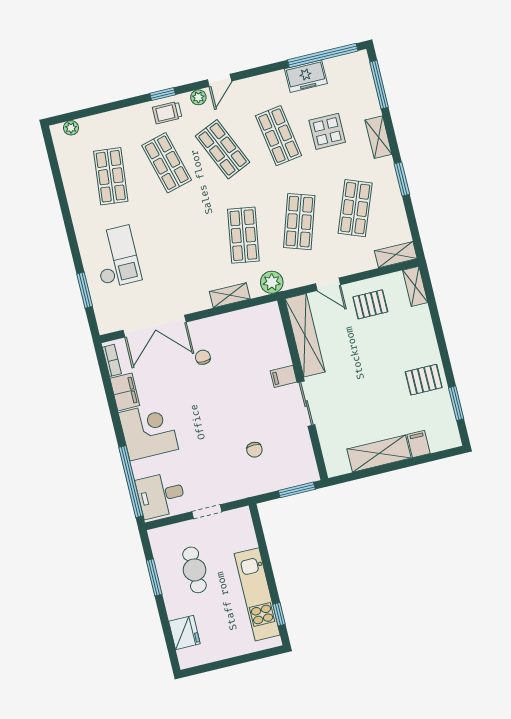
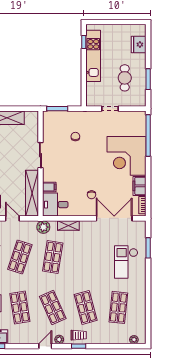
filing cabinet: (284, 376) -> (49, 187), moved
corner desk: (148, 431) -> (126, 156), width x1.36, depth x1.36
desk: (161, 495) -> (55, 205), moved, turned 180

